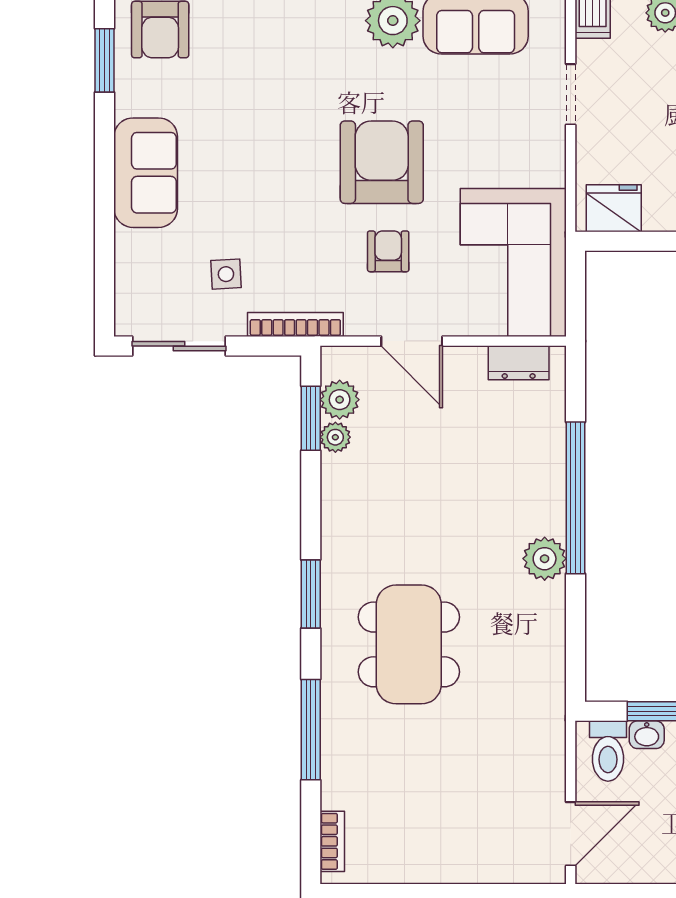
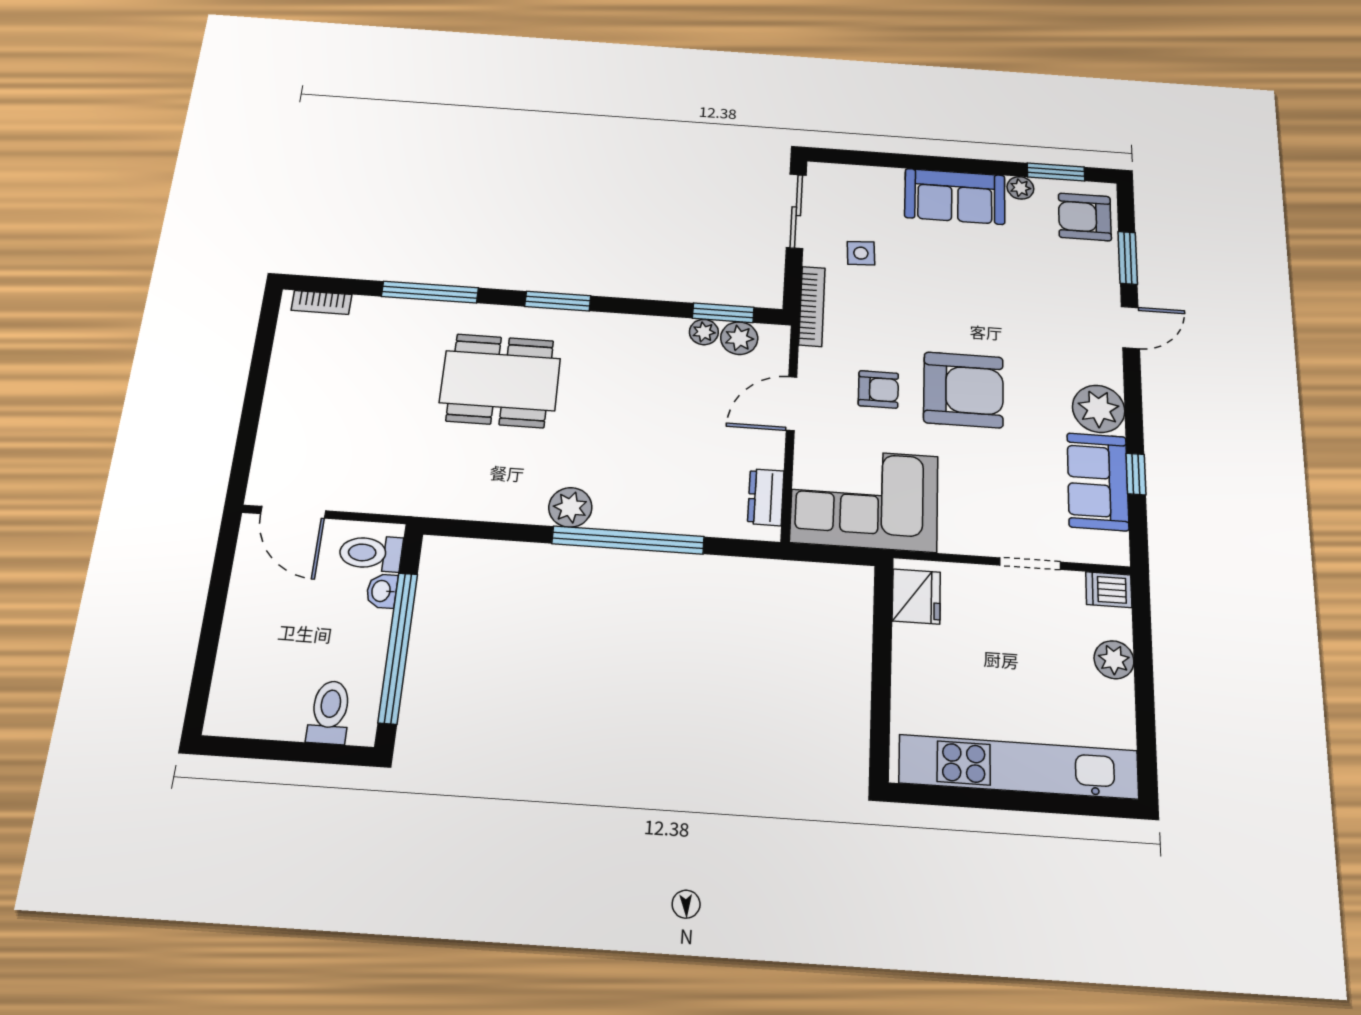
plant: (129, 100) -> (1020, 188), added

